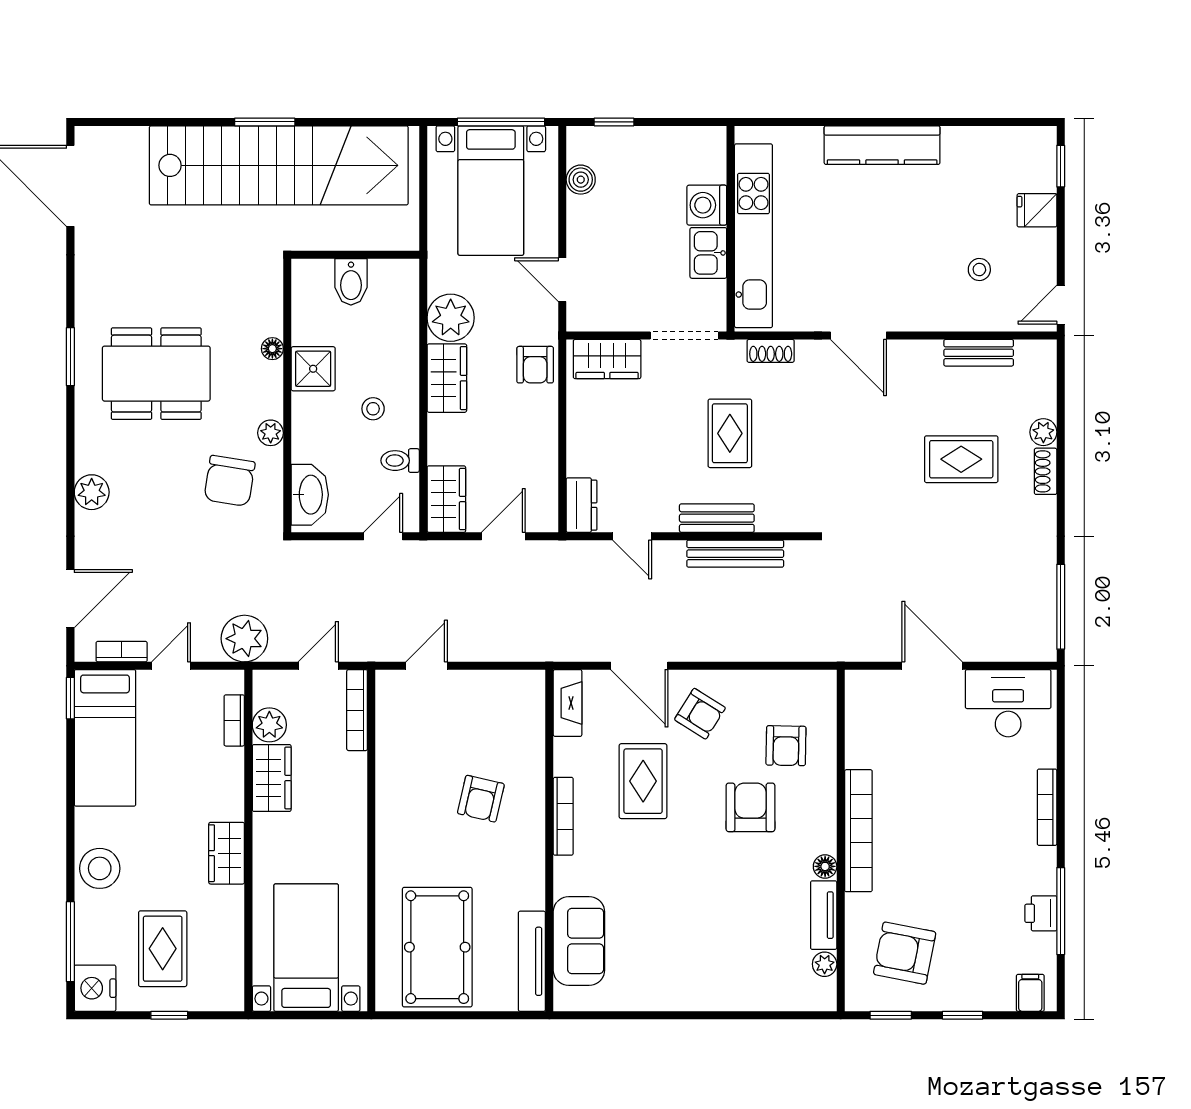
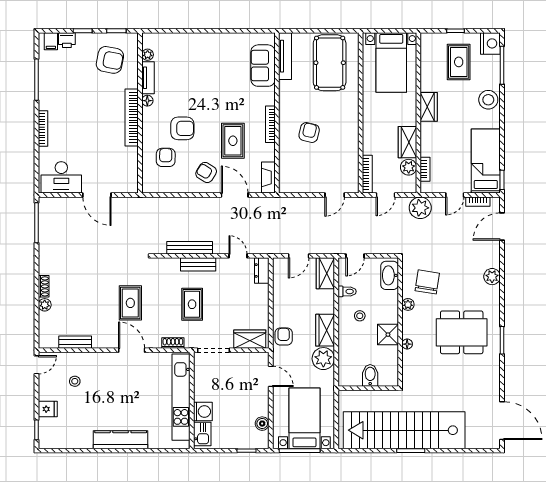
kitchen sink: (708, 253) -> (202, 434), moved
rug: (961, 459) -> (130, 303), moved, turned 90
armchair: (750, 807) -> (182, 128), turned -90
printer: (1041, 913) -> (67, 40), moved, turned 90

